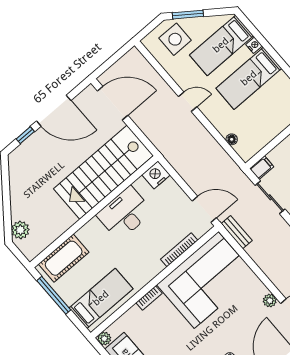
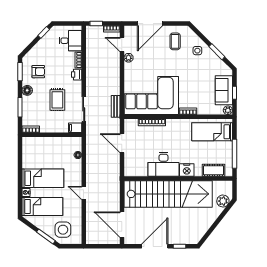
door: (54, 111) -> (155, 246), hinge flipped
stairs: (104, 172) -> (168, 194), width x1.36
nightstand: (156, 175) -> (187, 170), moved
door: (204, 209) -> (122, 143), moved
cot: (64, 258) -> (213, 170), width x0.73, depth x0.75

